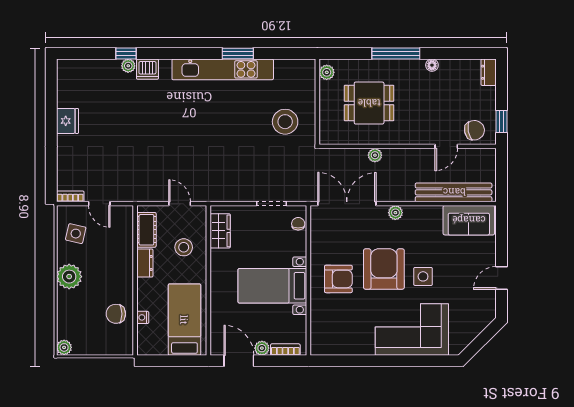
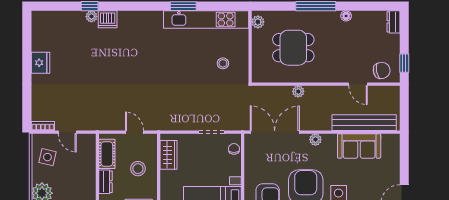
kitchen unit: (223, 69) -> (206, 19), moved
stool: (285, 122) -> (223, 63), width x0.53, depth x0.53
door: (446, 146) -> (358, 84), hinge flipped
sofa: (469, 220) -> (359, 146), moved

